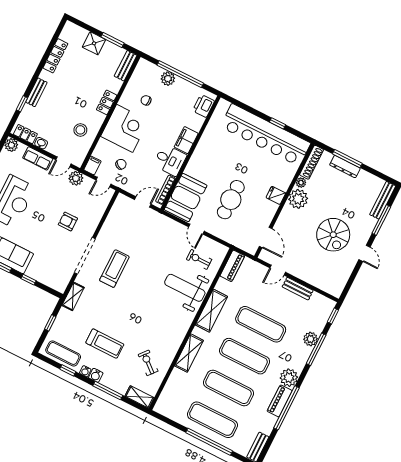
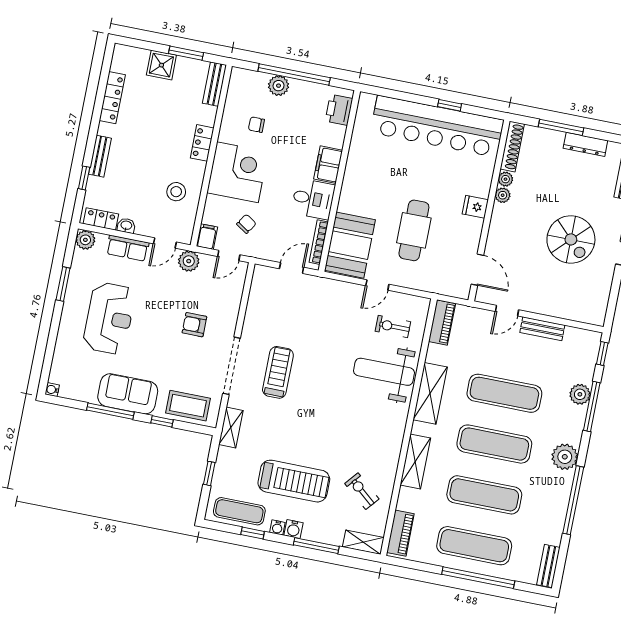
dresser: (345, 167) -> (585, 144), moved
plant: (298, 199) -> (503, 195), width x0.53, depth x0.53
door: (196, 229) -> (377, 285), hinge flipped
coffee table: (49, 274) -> (188, 406), added
treadmill: (105, 344) -> (294, 481), width x1.37, depth x1.38
piano: (280, 401) -> (400, 533), moved, turned 180

